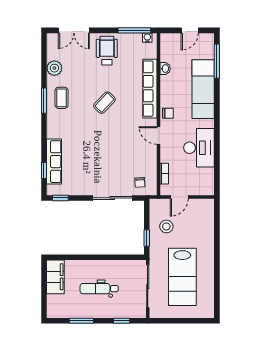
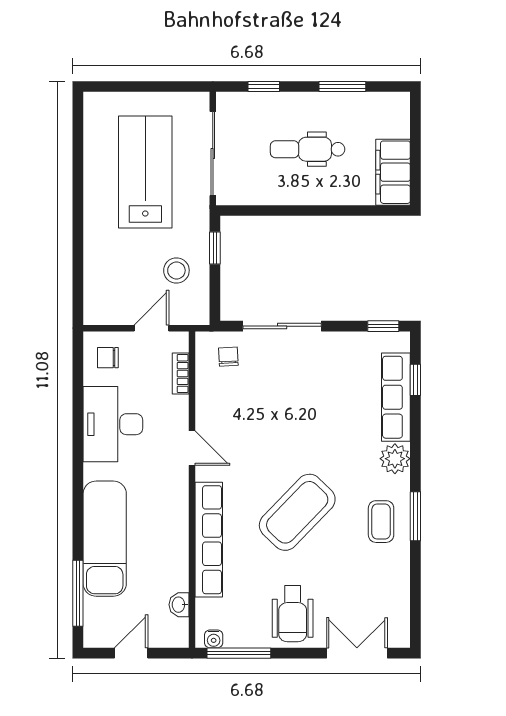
plant: (54, 68) -> (395, 459), moved
washbasin: (165, 69) -> (179, 605), moved
coffee table: (104, 103) -> (297, 512), width x1.86, depth x1.72
chair: (168, 113) -> (108, 358), moved
dental chair: (99, 289) -> (308, 149), turned 180

